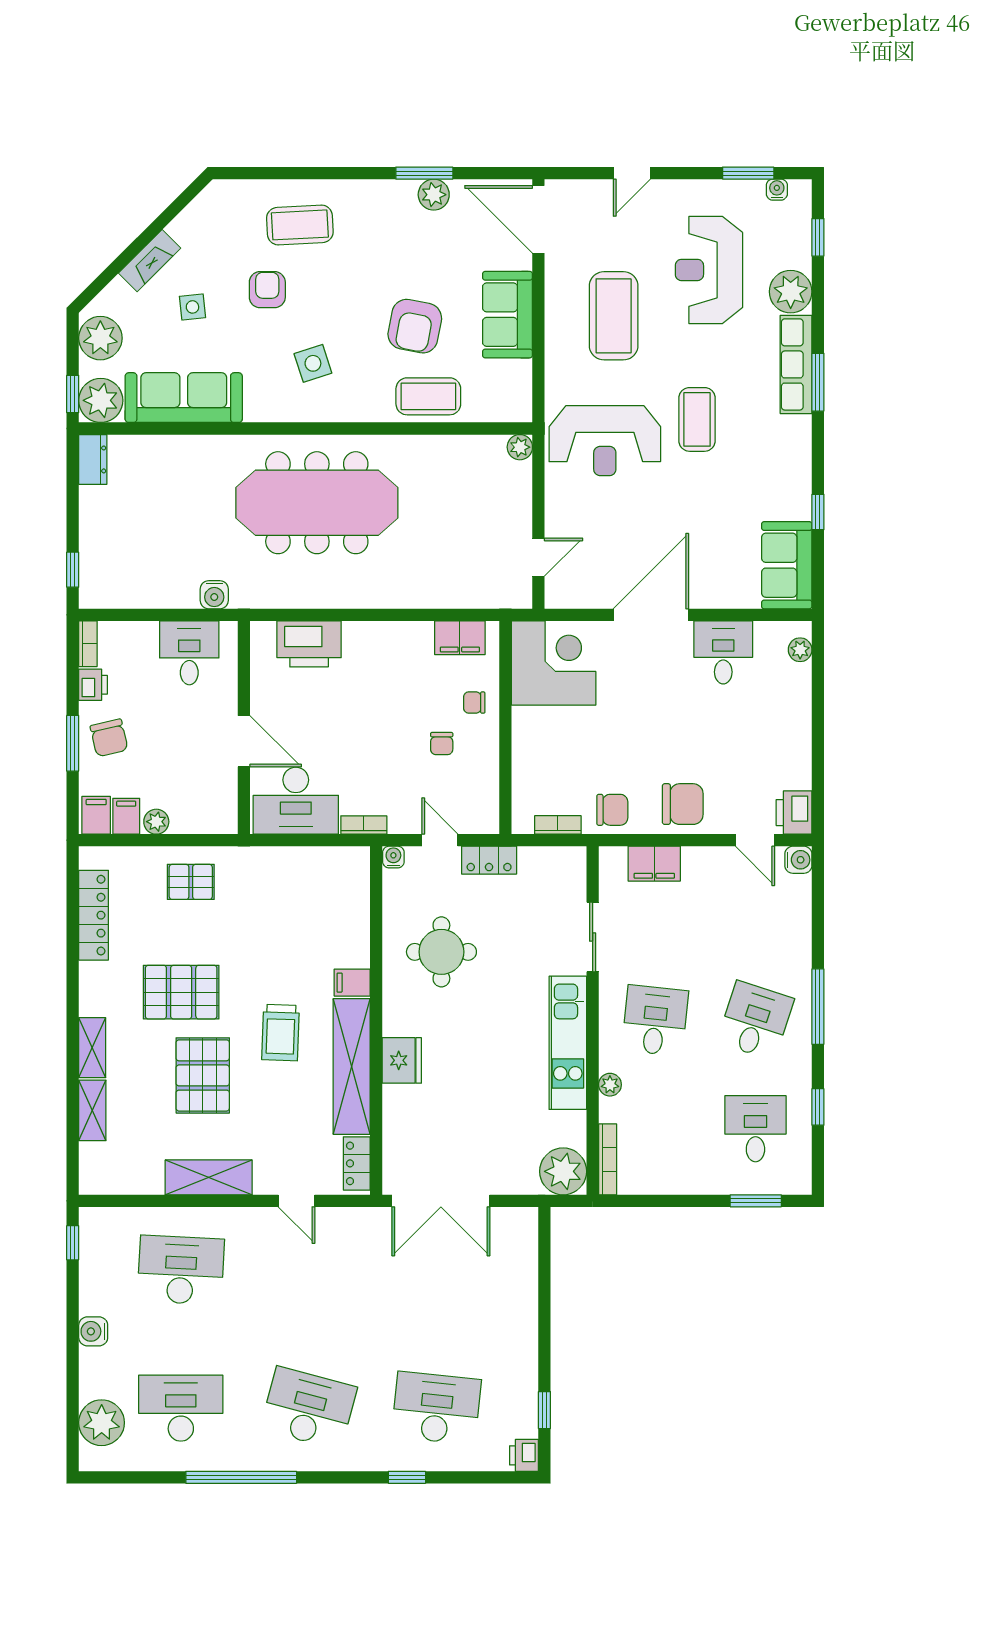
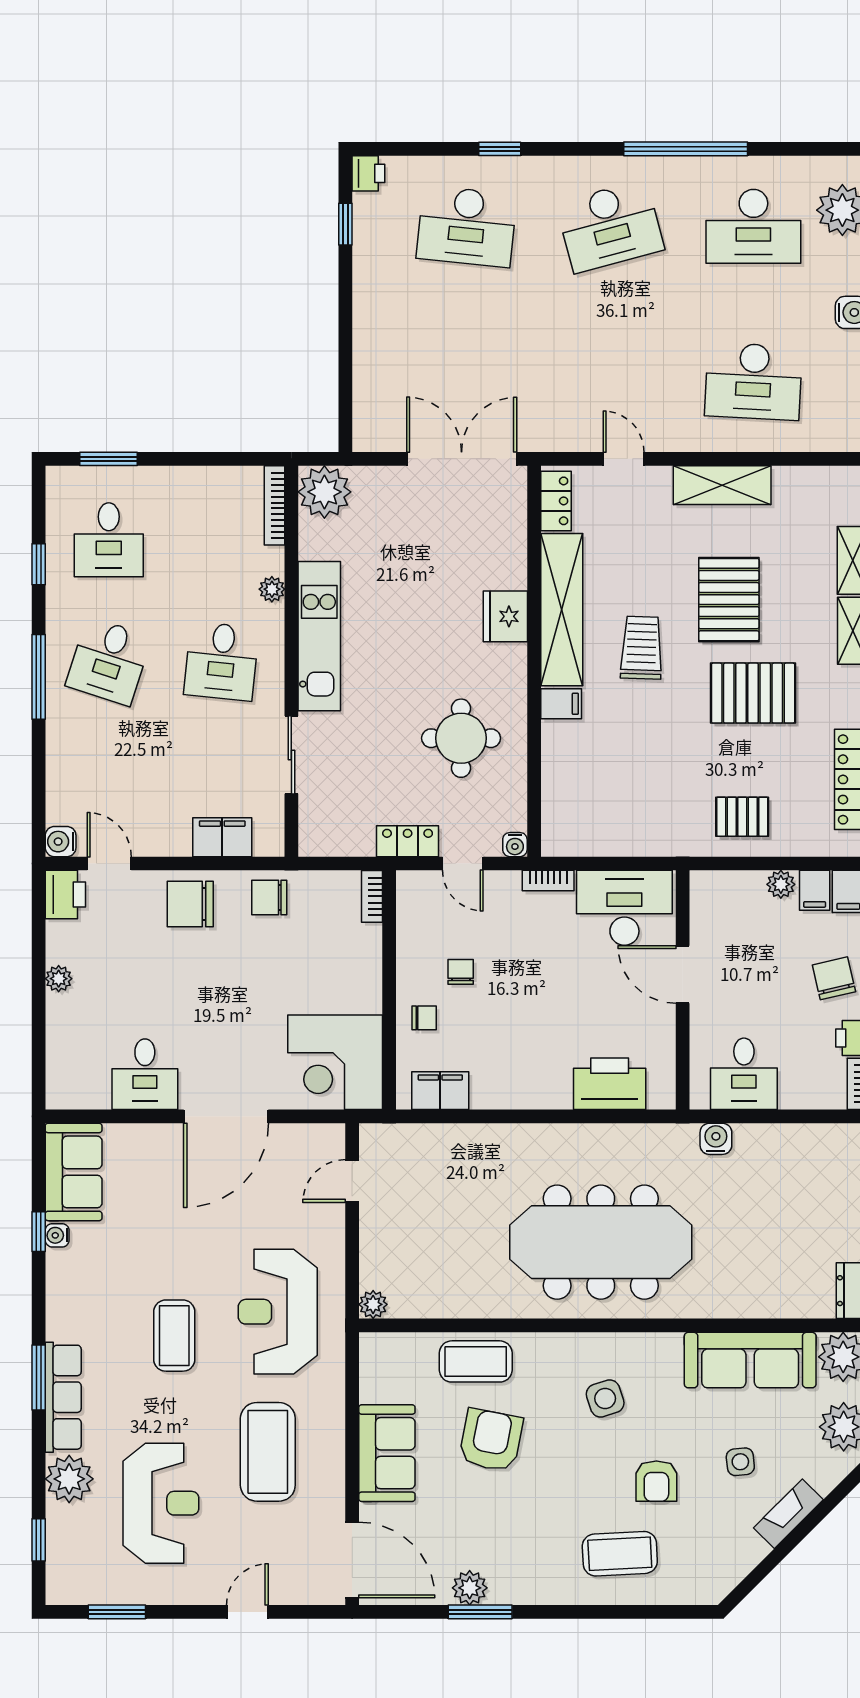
water cooler: (777, 190) -> (57, 1235), moved, turned 90
reception desk: (605, 441) -> (278, 1312), turned -90
plant: (800, 650) -> (59, 979), moved
bookcase: (558, 825) -> (372, 896), moved, turned 90
desk: (309, 1408) -> (610, 226), turned -30

